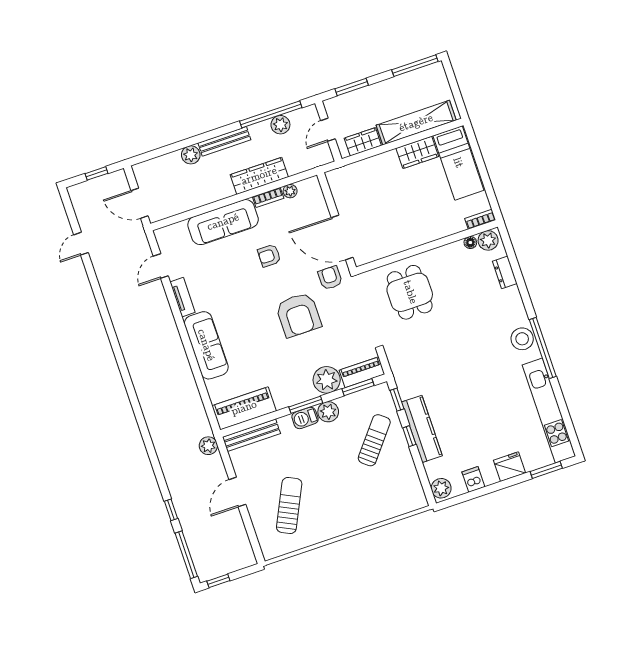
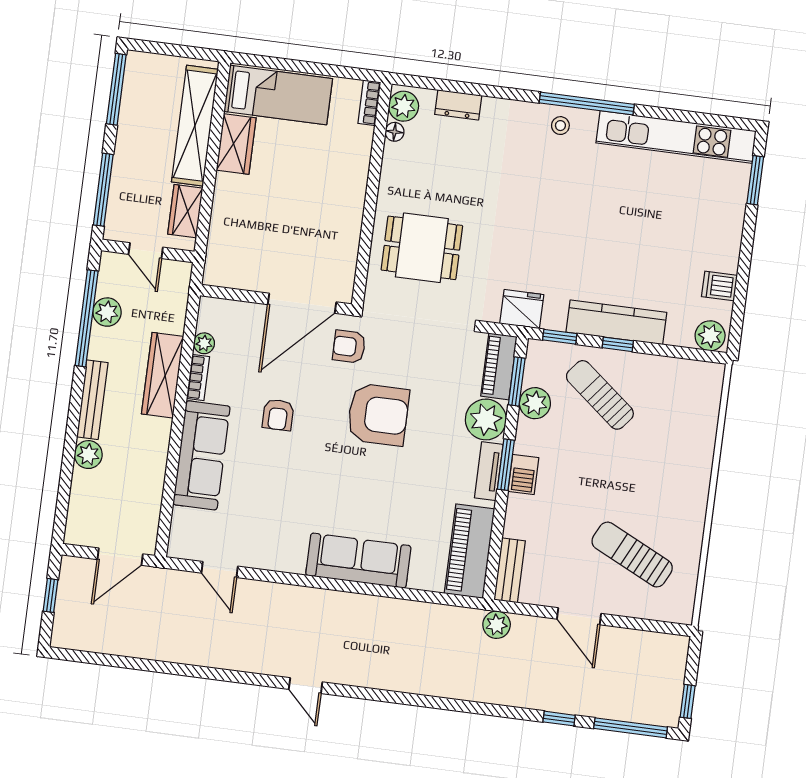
window: (352, 87) -> (103, 190), width x1.44
door: (81, 244) -> (306, 686), moved
tv unit: (183, 297) -> (489, 471), moved, turned -90
stool: (522, 339) -> (560, 126), width x0.53, depth x0.53
plant: (328, 412) -> (535, 403), moved
bench: (251, 435) -> (510, 570), width x0.73
fridge: (509, 467) -> (522, 309), moved, turned 90

